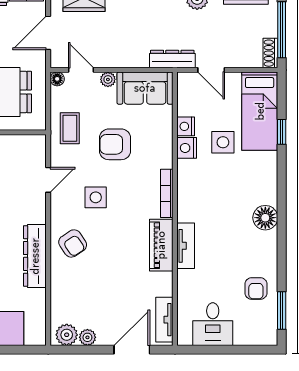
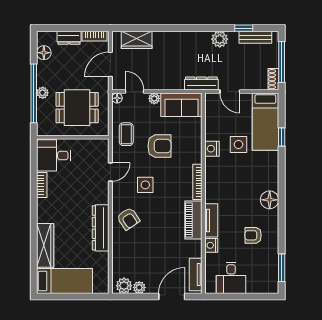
nightstand: (186, 126) -> (211, 245), moved
armchair: (115, 144) -> (159, 146), turned 180
armchair: (256, 289) -> (253, 235), moved, turned 90

